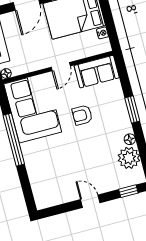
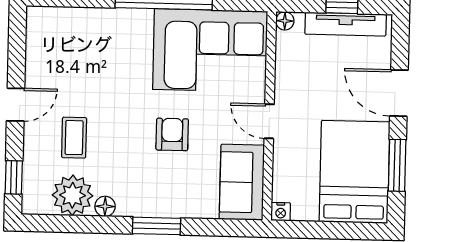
nightstand: (102, 33) -> (281, 212), moved
coffee table: (99, 166) -> (74, 138), added

